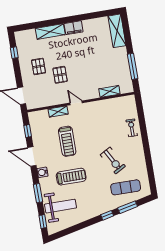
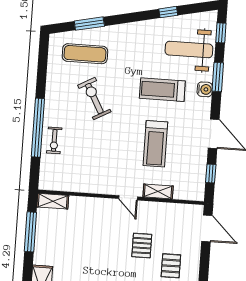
shelving: (109, 91) -> (53, 201), moved
window: (144, 133) -> (38, 128), added
treadmill: (67, 141) -> (155, 144), turned 180
water cooler: (42, 172) -> (205, 89), moved
window: (107, 215) -> (168, 12), moved

